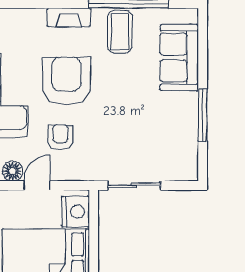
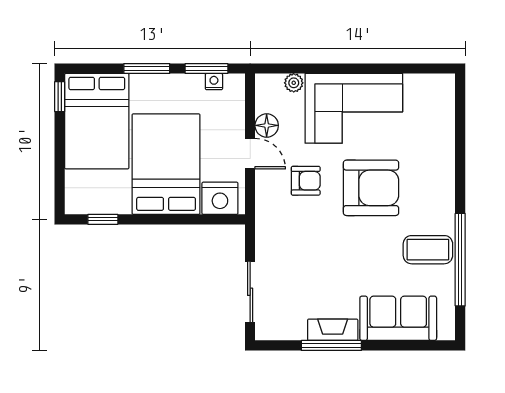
fireplace: (69, 17) -> (333, 330), moved, turned 90
sliding door: (134, 186) -> (250, 292), moved

